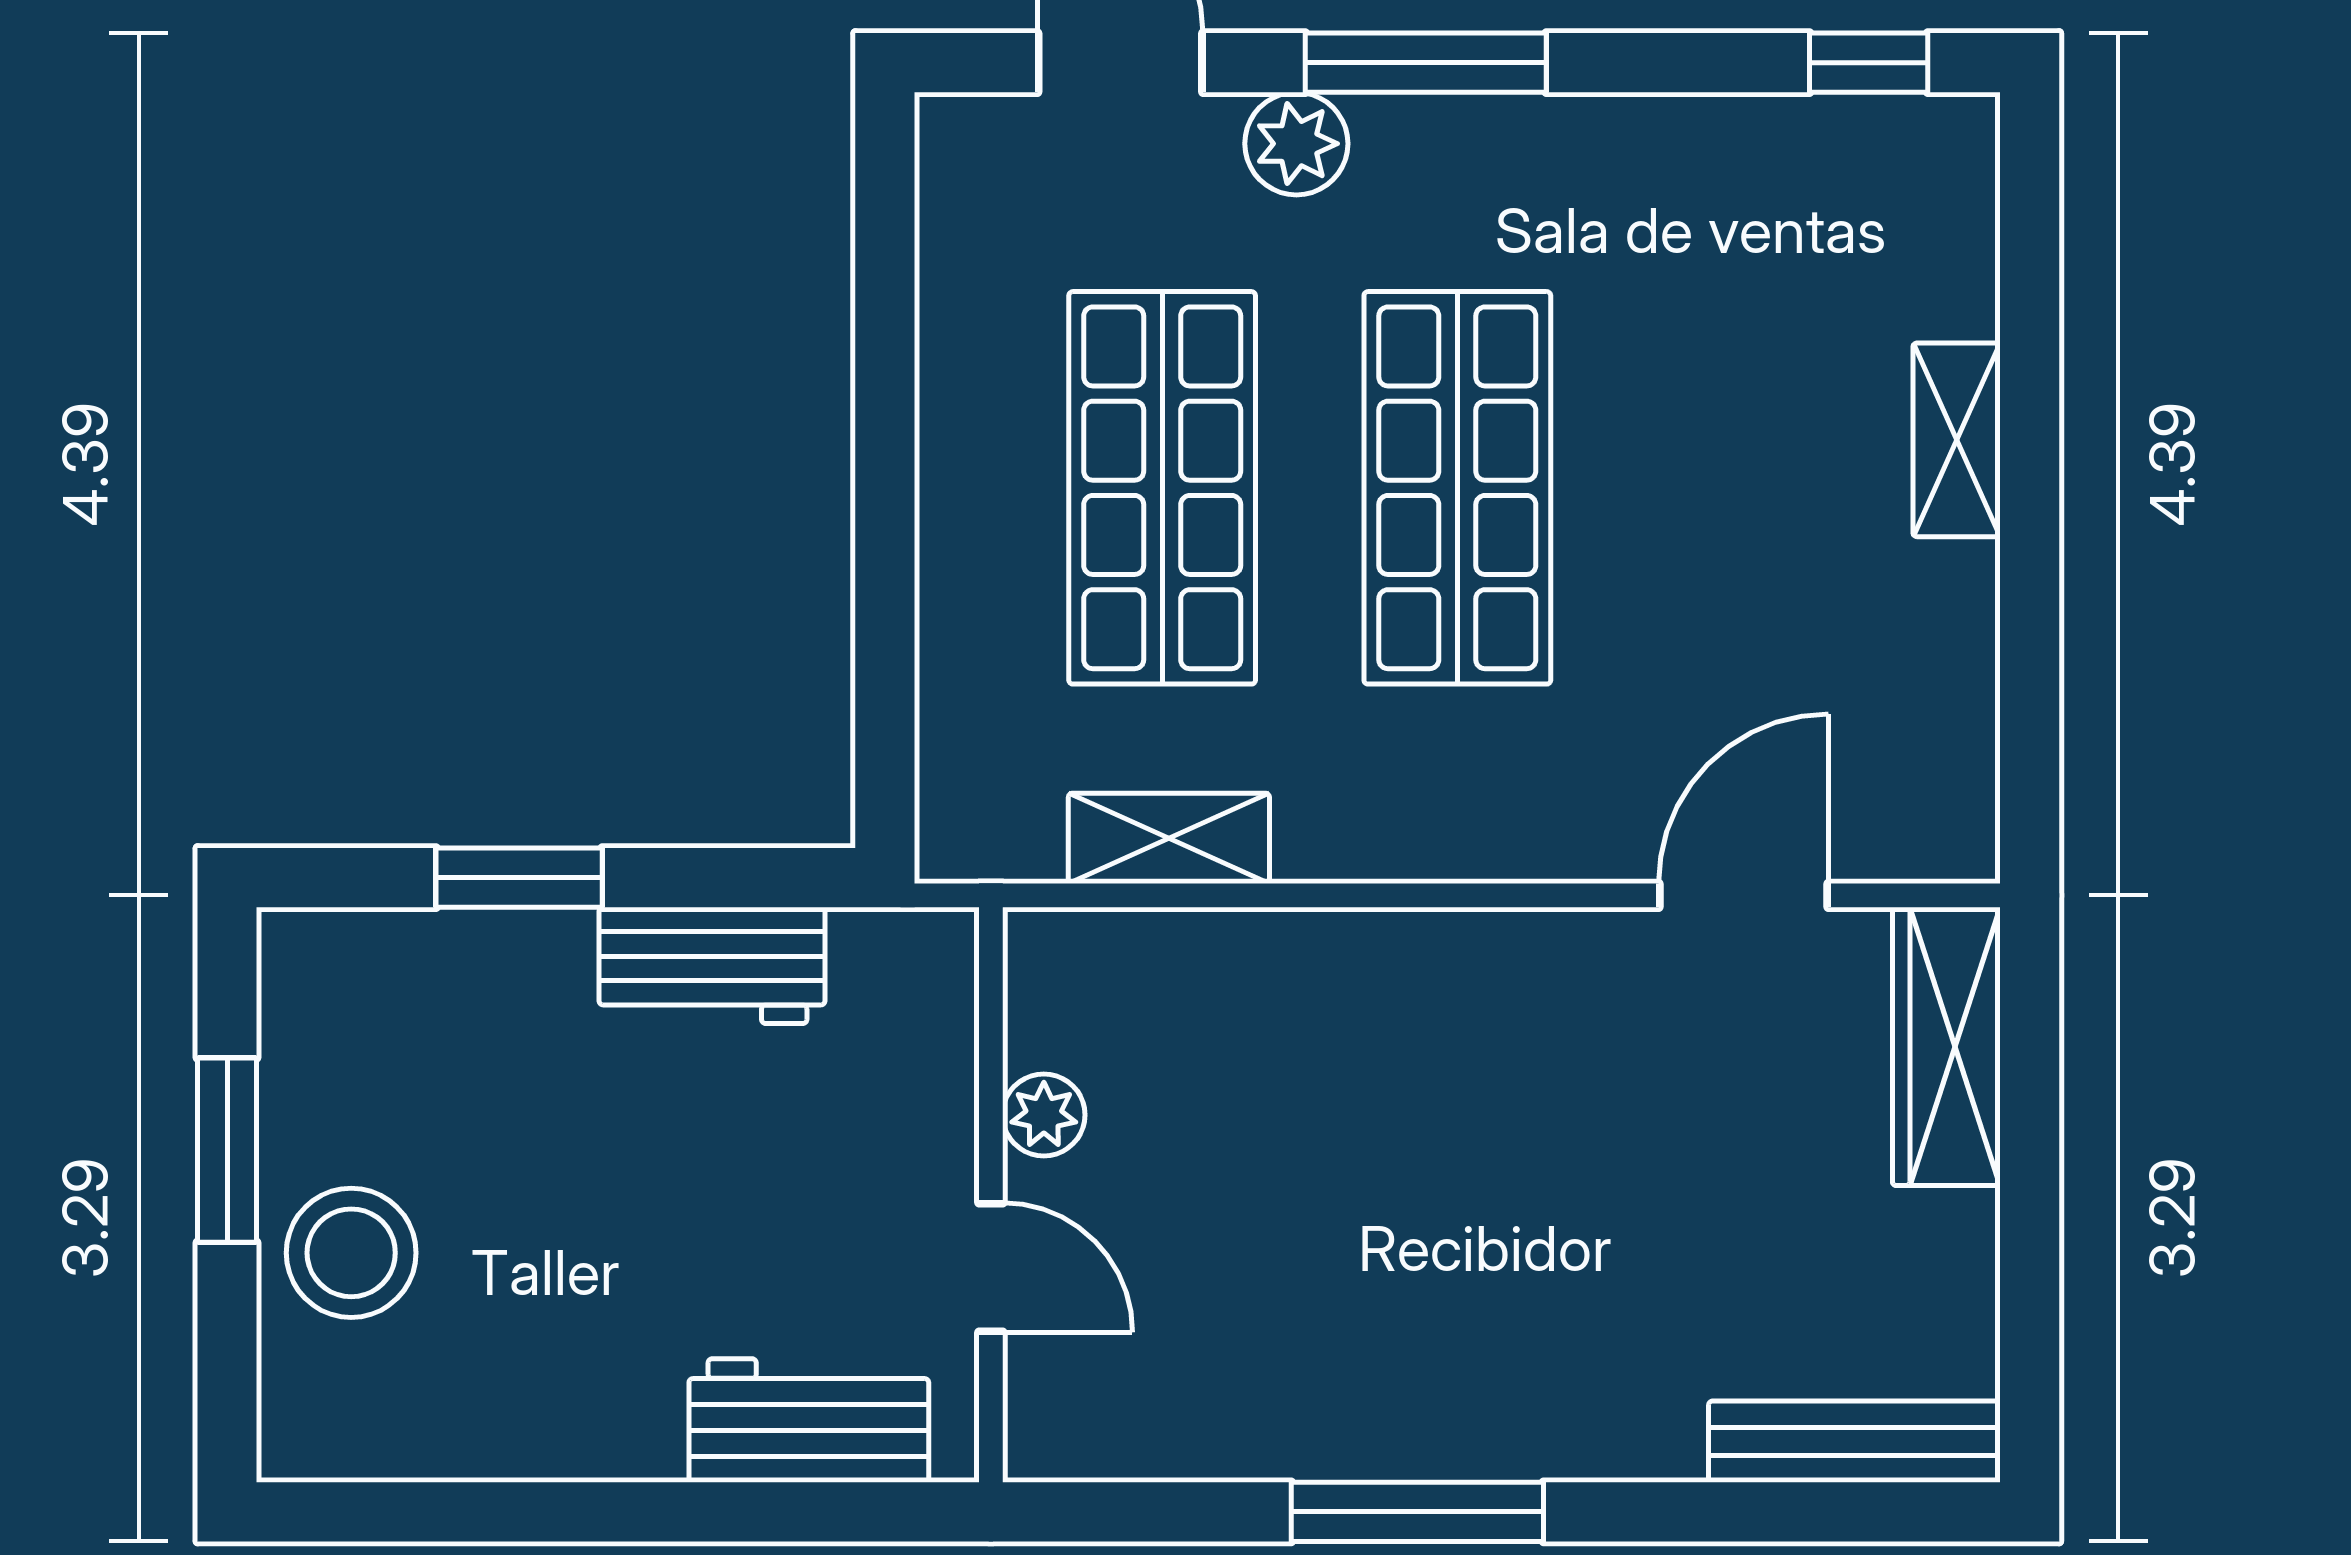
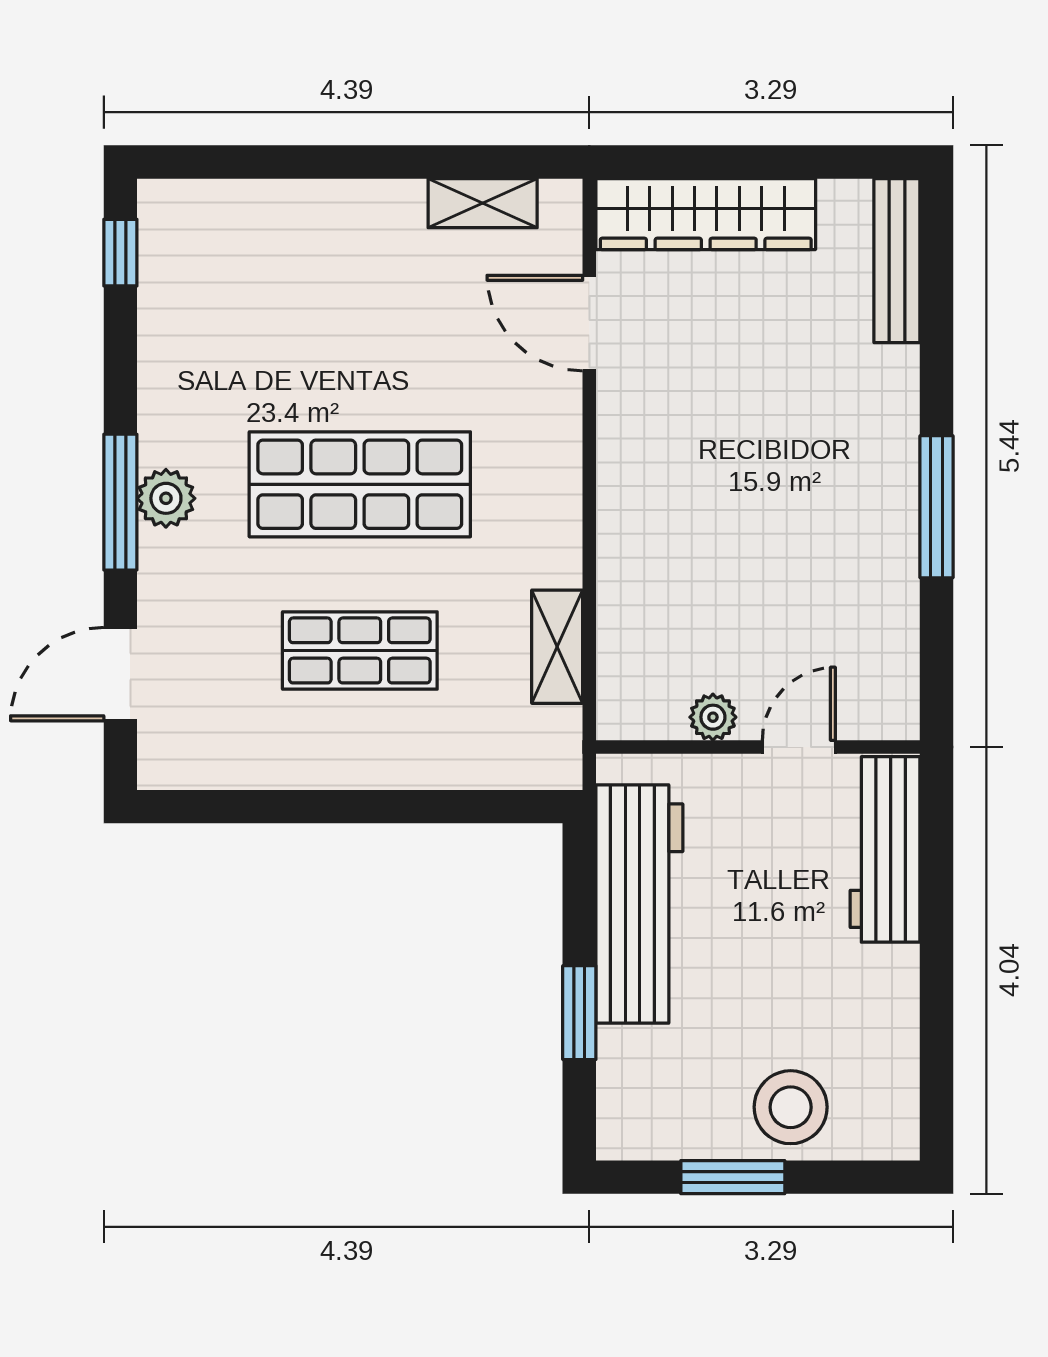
plant: (1296, 144) -> (166, 498), moved
shelving: (1957, 440) -> (483, 203), moved
shop shelf: (1162, 488) -> (360, 650), width x0.70, depth x0.74
workbench: (712, 965) -> (639, 904), width x1.88, depth x1.32
wardrobe: (1946, 1046) -> (706, 214), width x1.40, depth x1.17
workbench: (809, 1421) -> (885, 849), width x1.38

